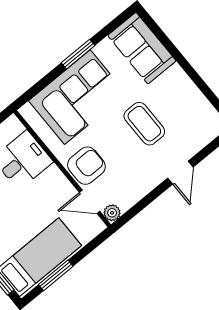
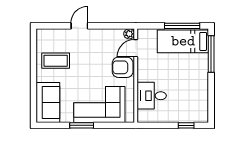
coffee table: (144, 124) -> (56, 61), moved, turned 90
door: (90, 202) -> (136, 48), swing flipped
window: (56, 275) -> (182, 26), width x1.44

